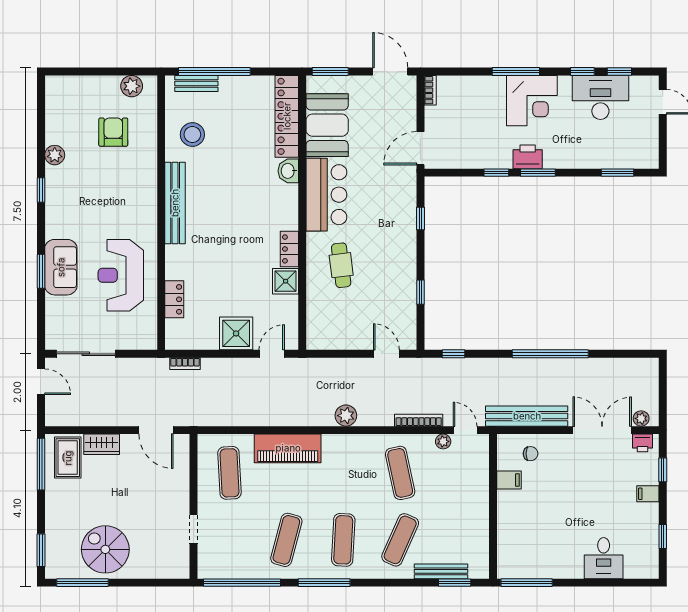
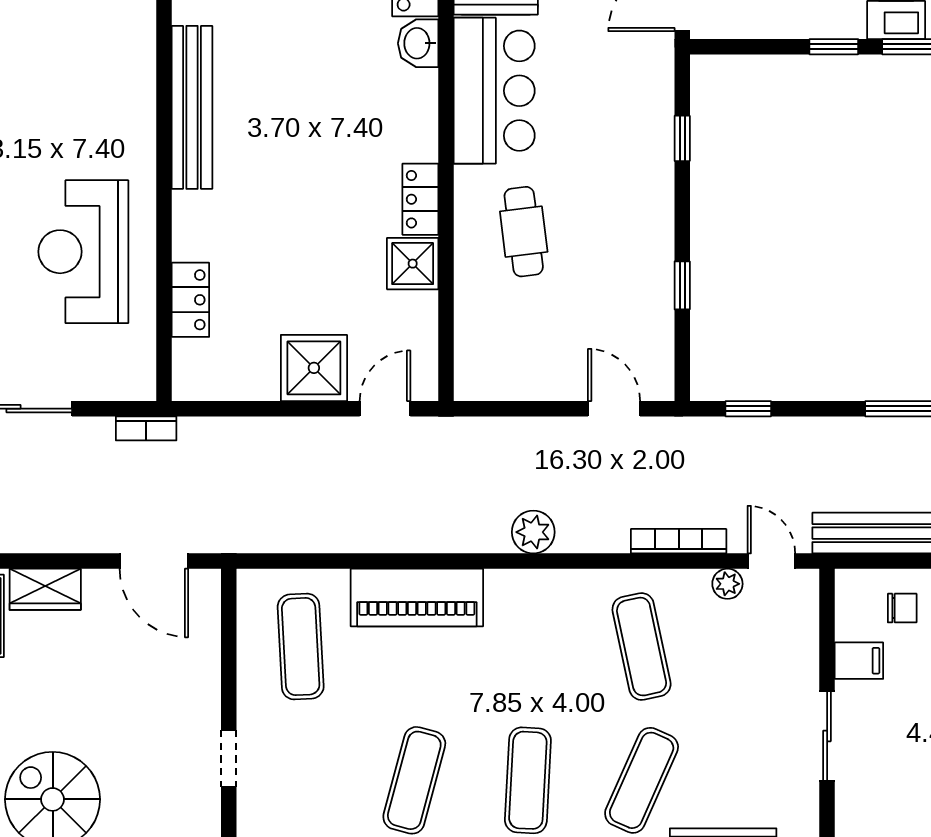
bookcase: (185, 364) -> (146, 428), moved
sliding door: (493, 518) -> (827, 736), added

